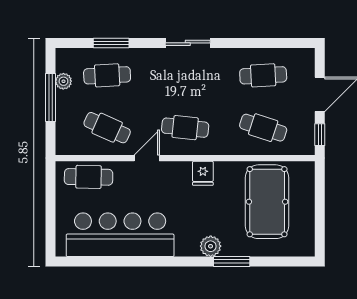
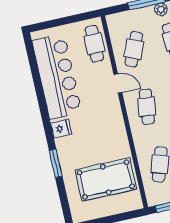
fridge: (203, 173) -> (61, 128), moved, turned 180
plant: (211, 246) -> (64, 145), removed

